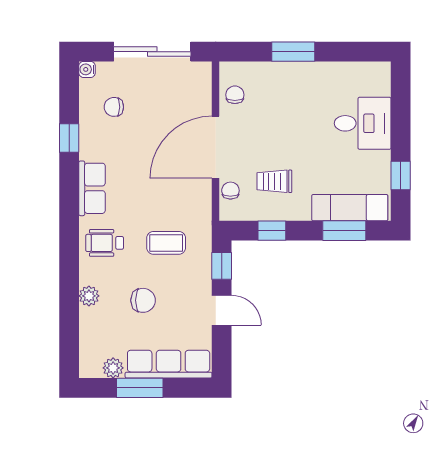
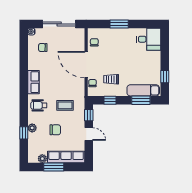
desk: (363, 123) -> (149, 39), moved
window: (69, 138) -> (24, 133), moved
door: (216, 147) -> (86, 65), hinge flipped

